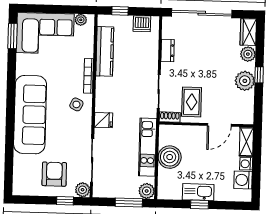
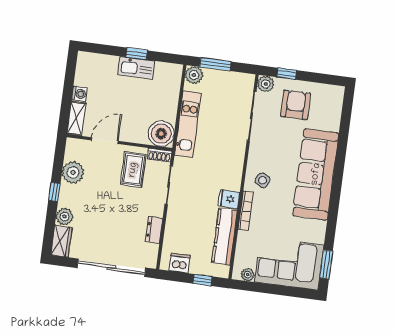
plant: (245, 81) -> (73, 172), moved
fridge: (103, 120) -> (229, 199), moved
boiler: (170, 157) -> (161, 134), moved
armchair: (54, 174) -> (296, 105), turned 180
washing machine: (243, 180) -> (85, 76), removed

